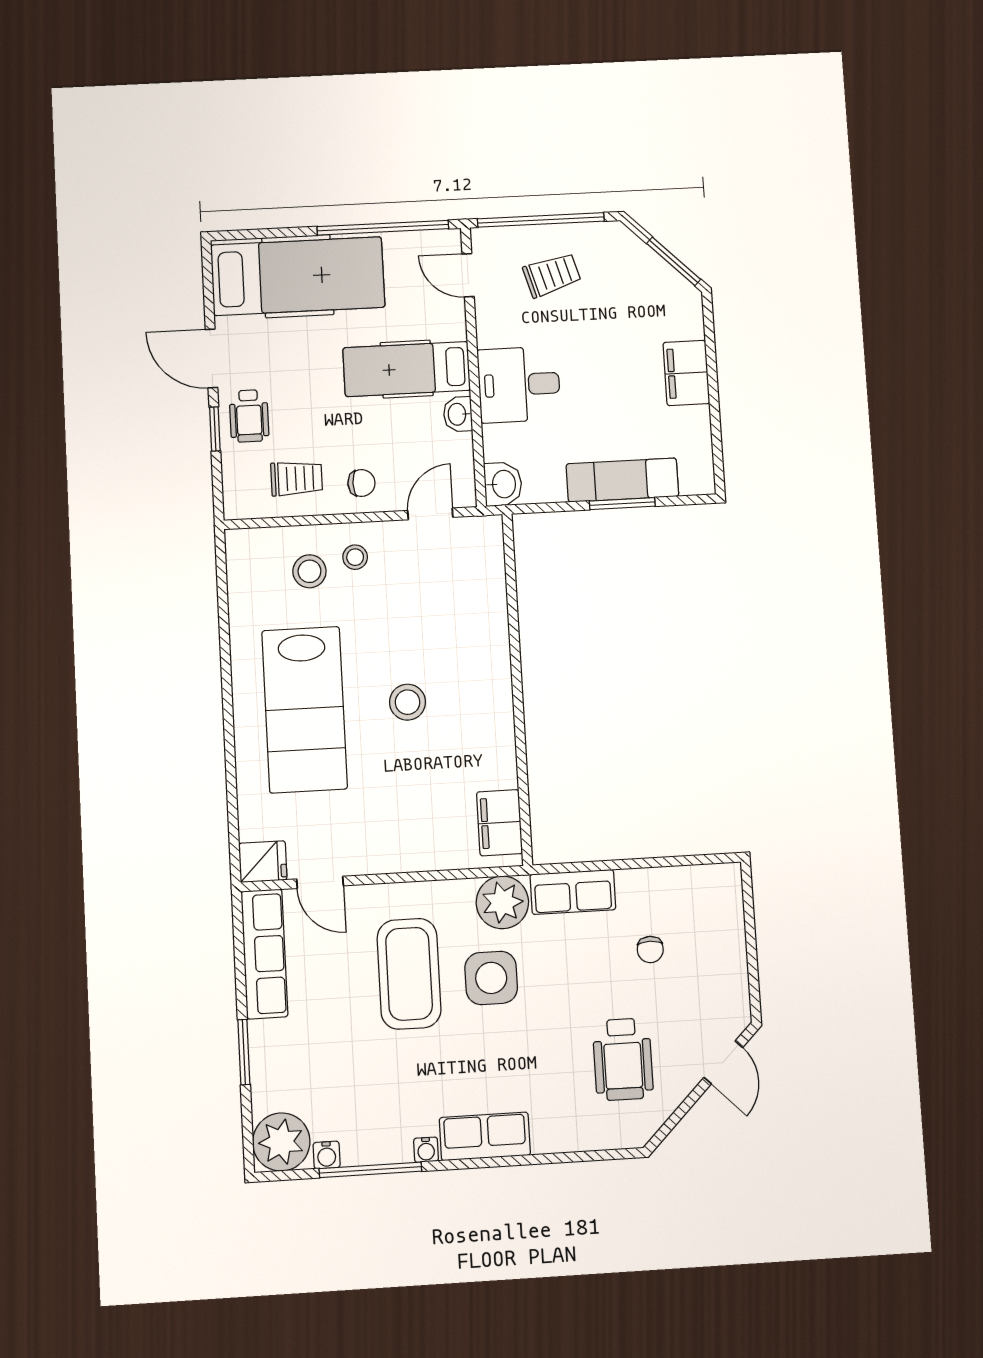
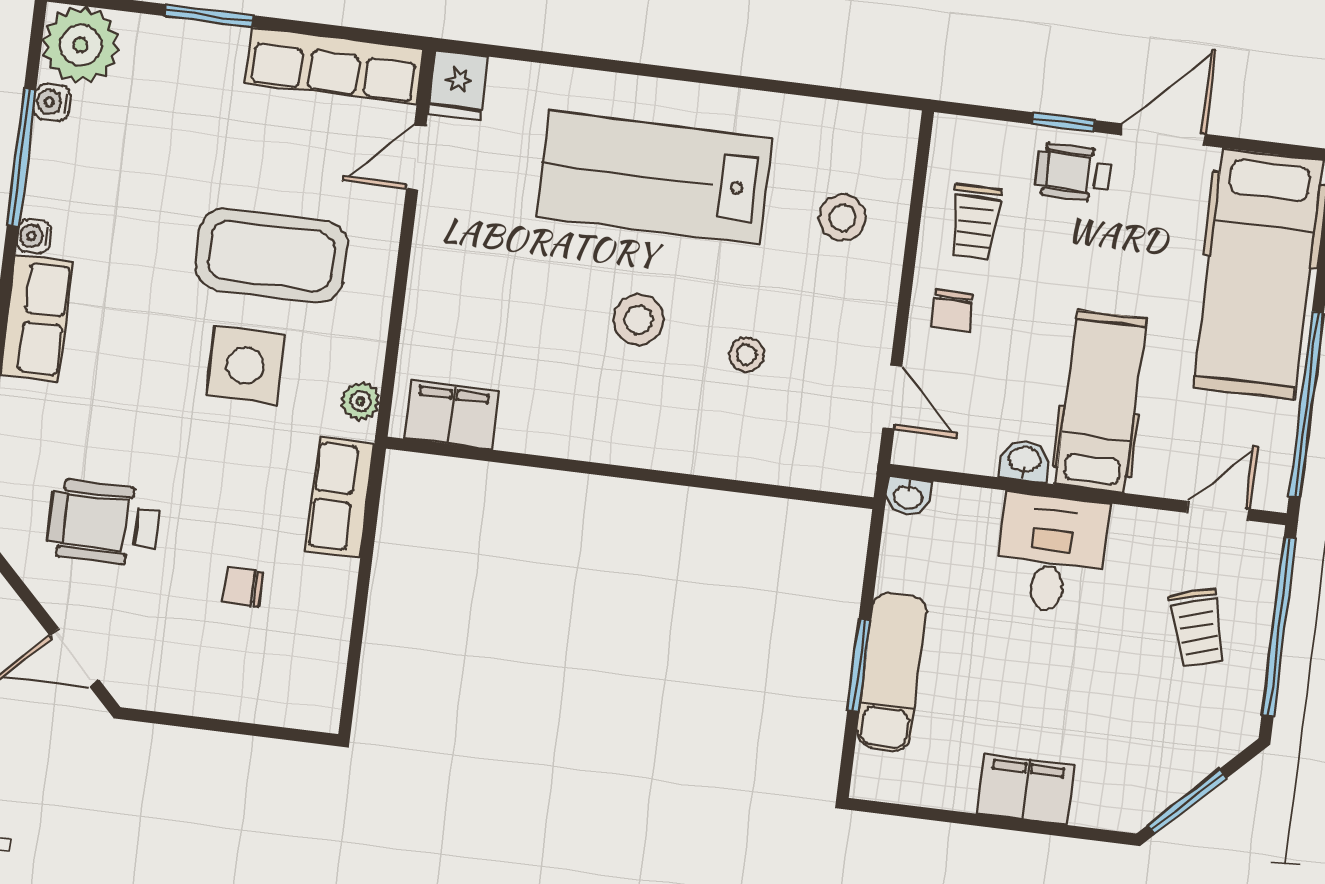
washbasin: (503, 484) -> (908, 496), width x0.72, depth x0.69
stool: (355, 557) -> (747, 355), moved
plant: (502, 902) -> (360, 401), width x0.53, depth x0.53

